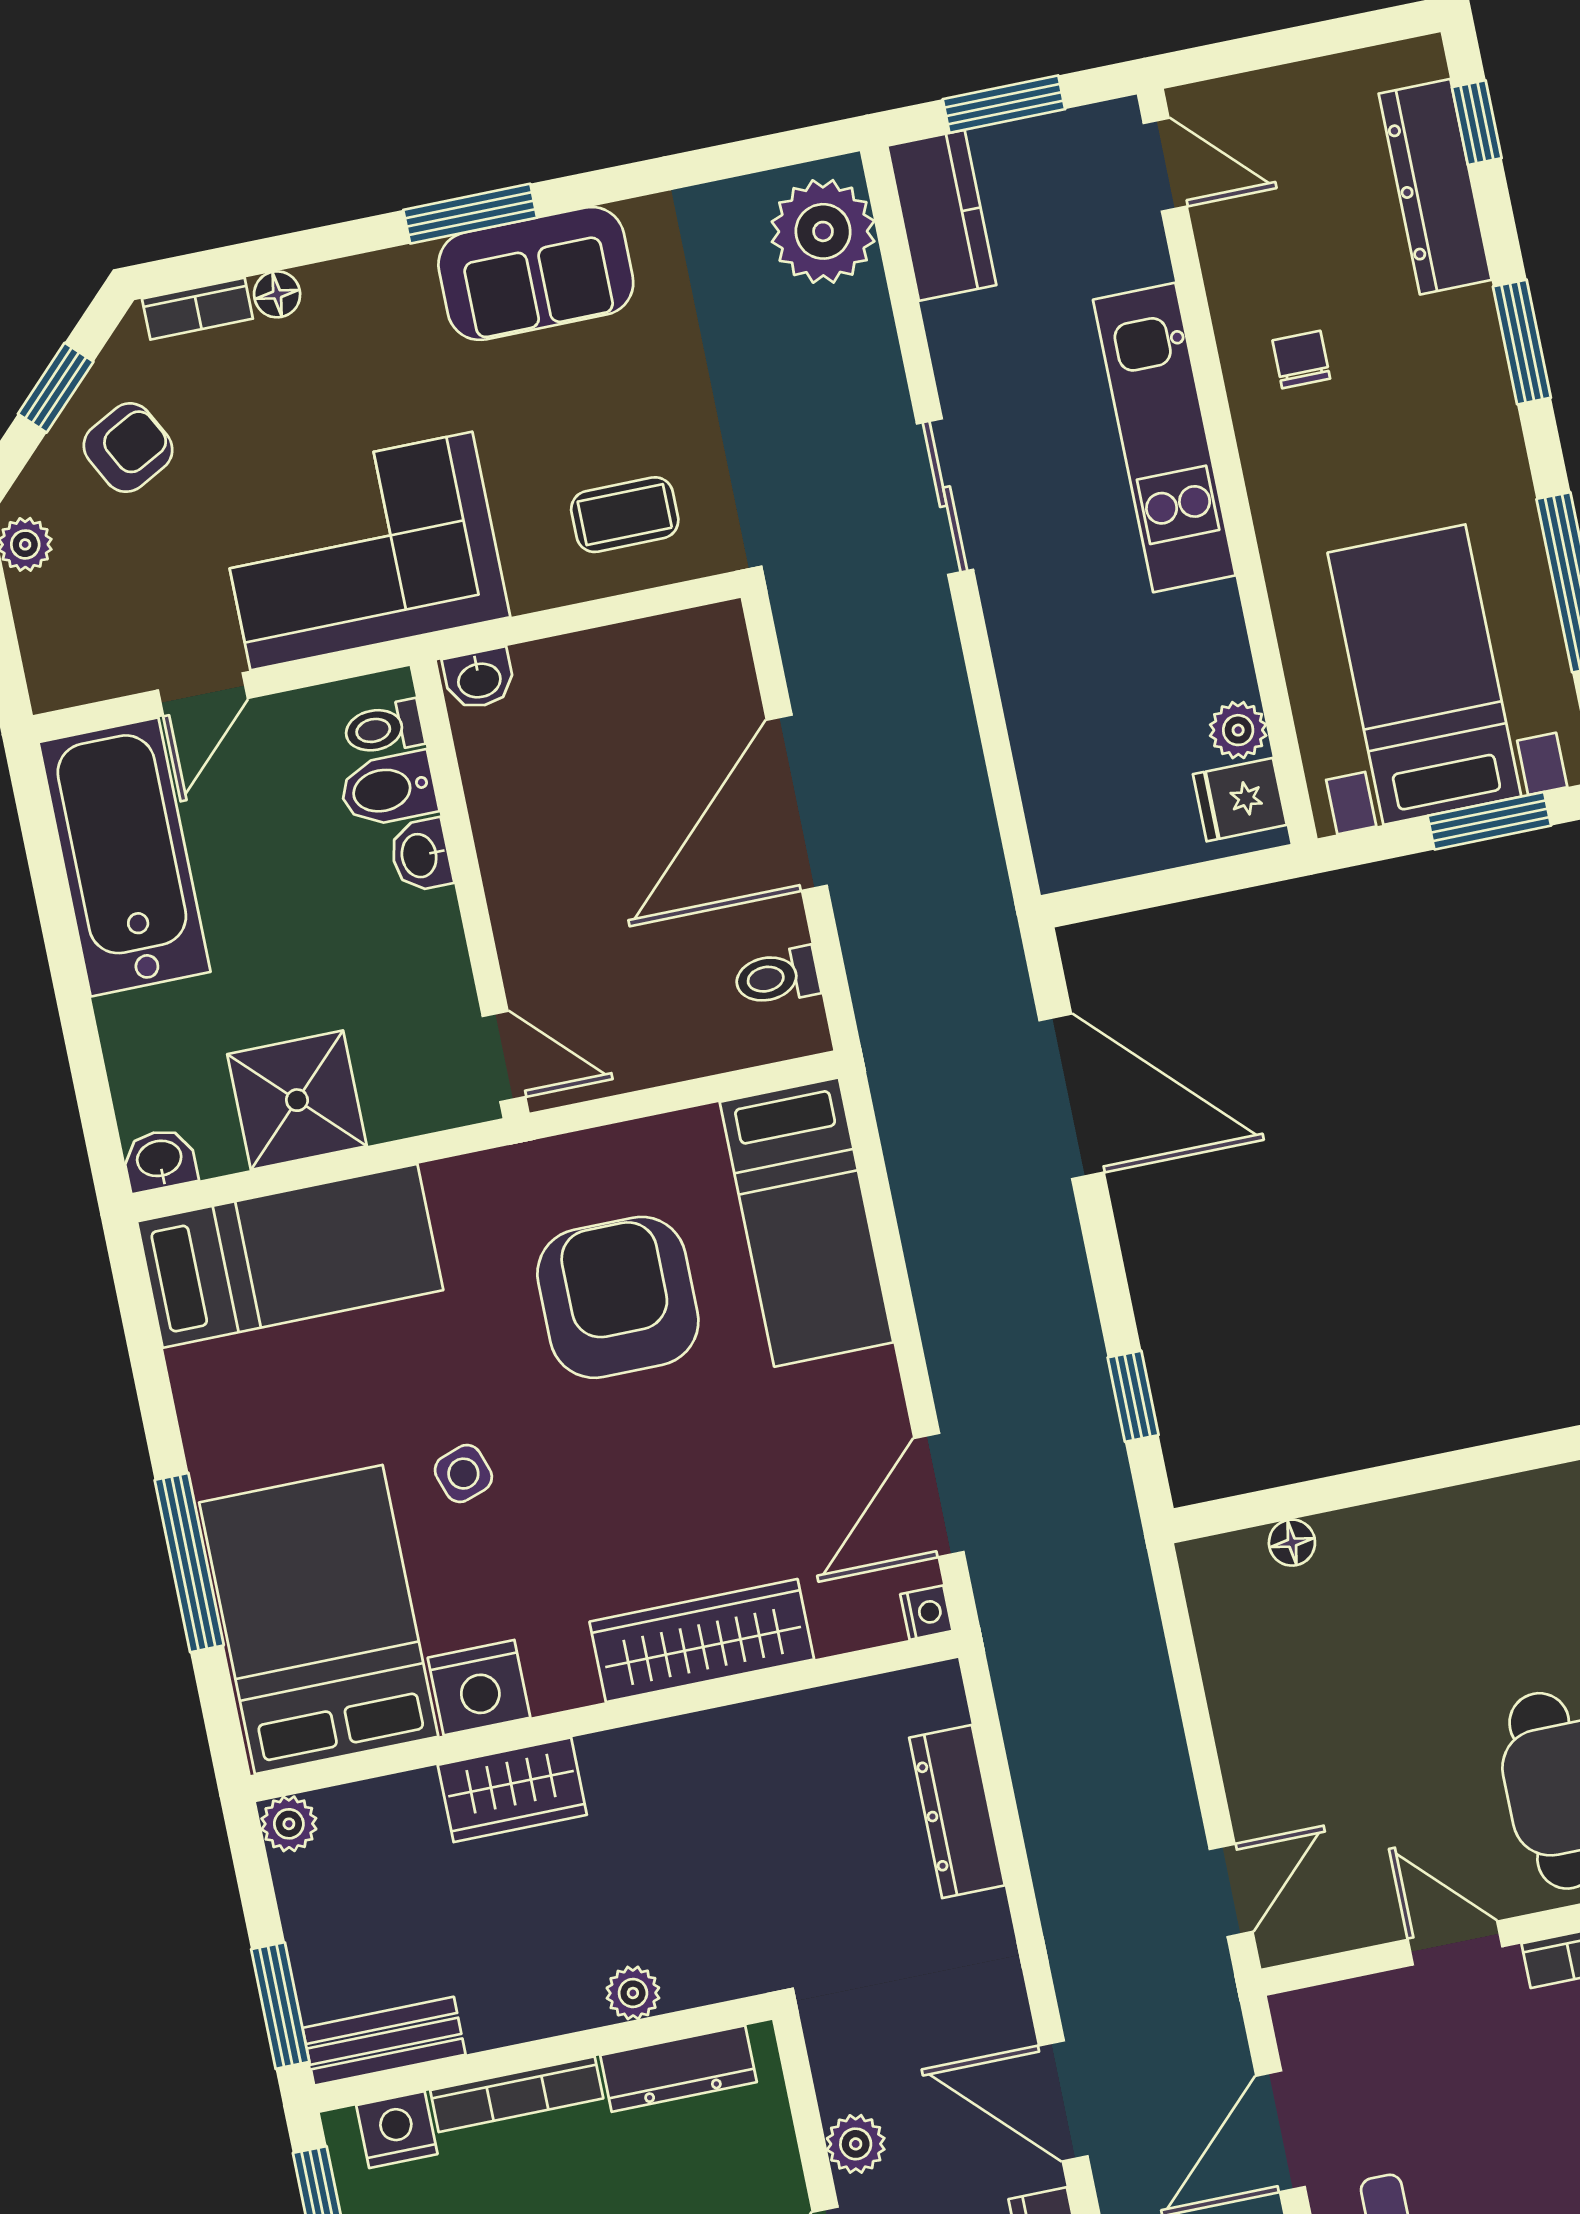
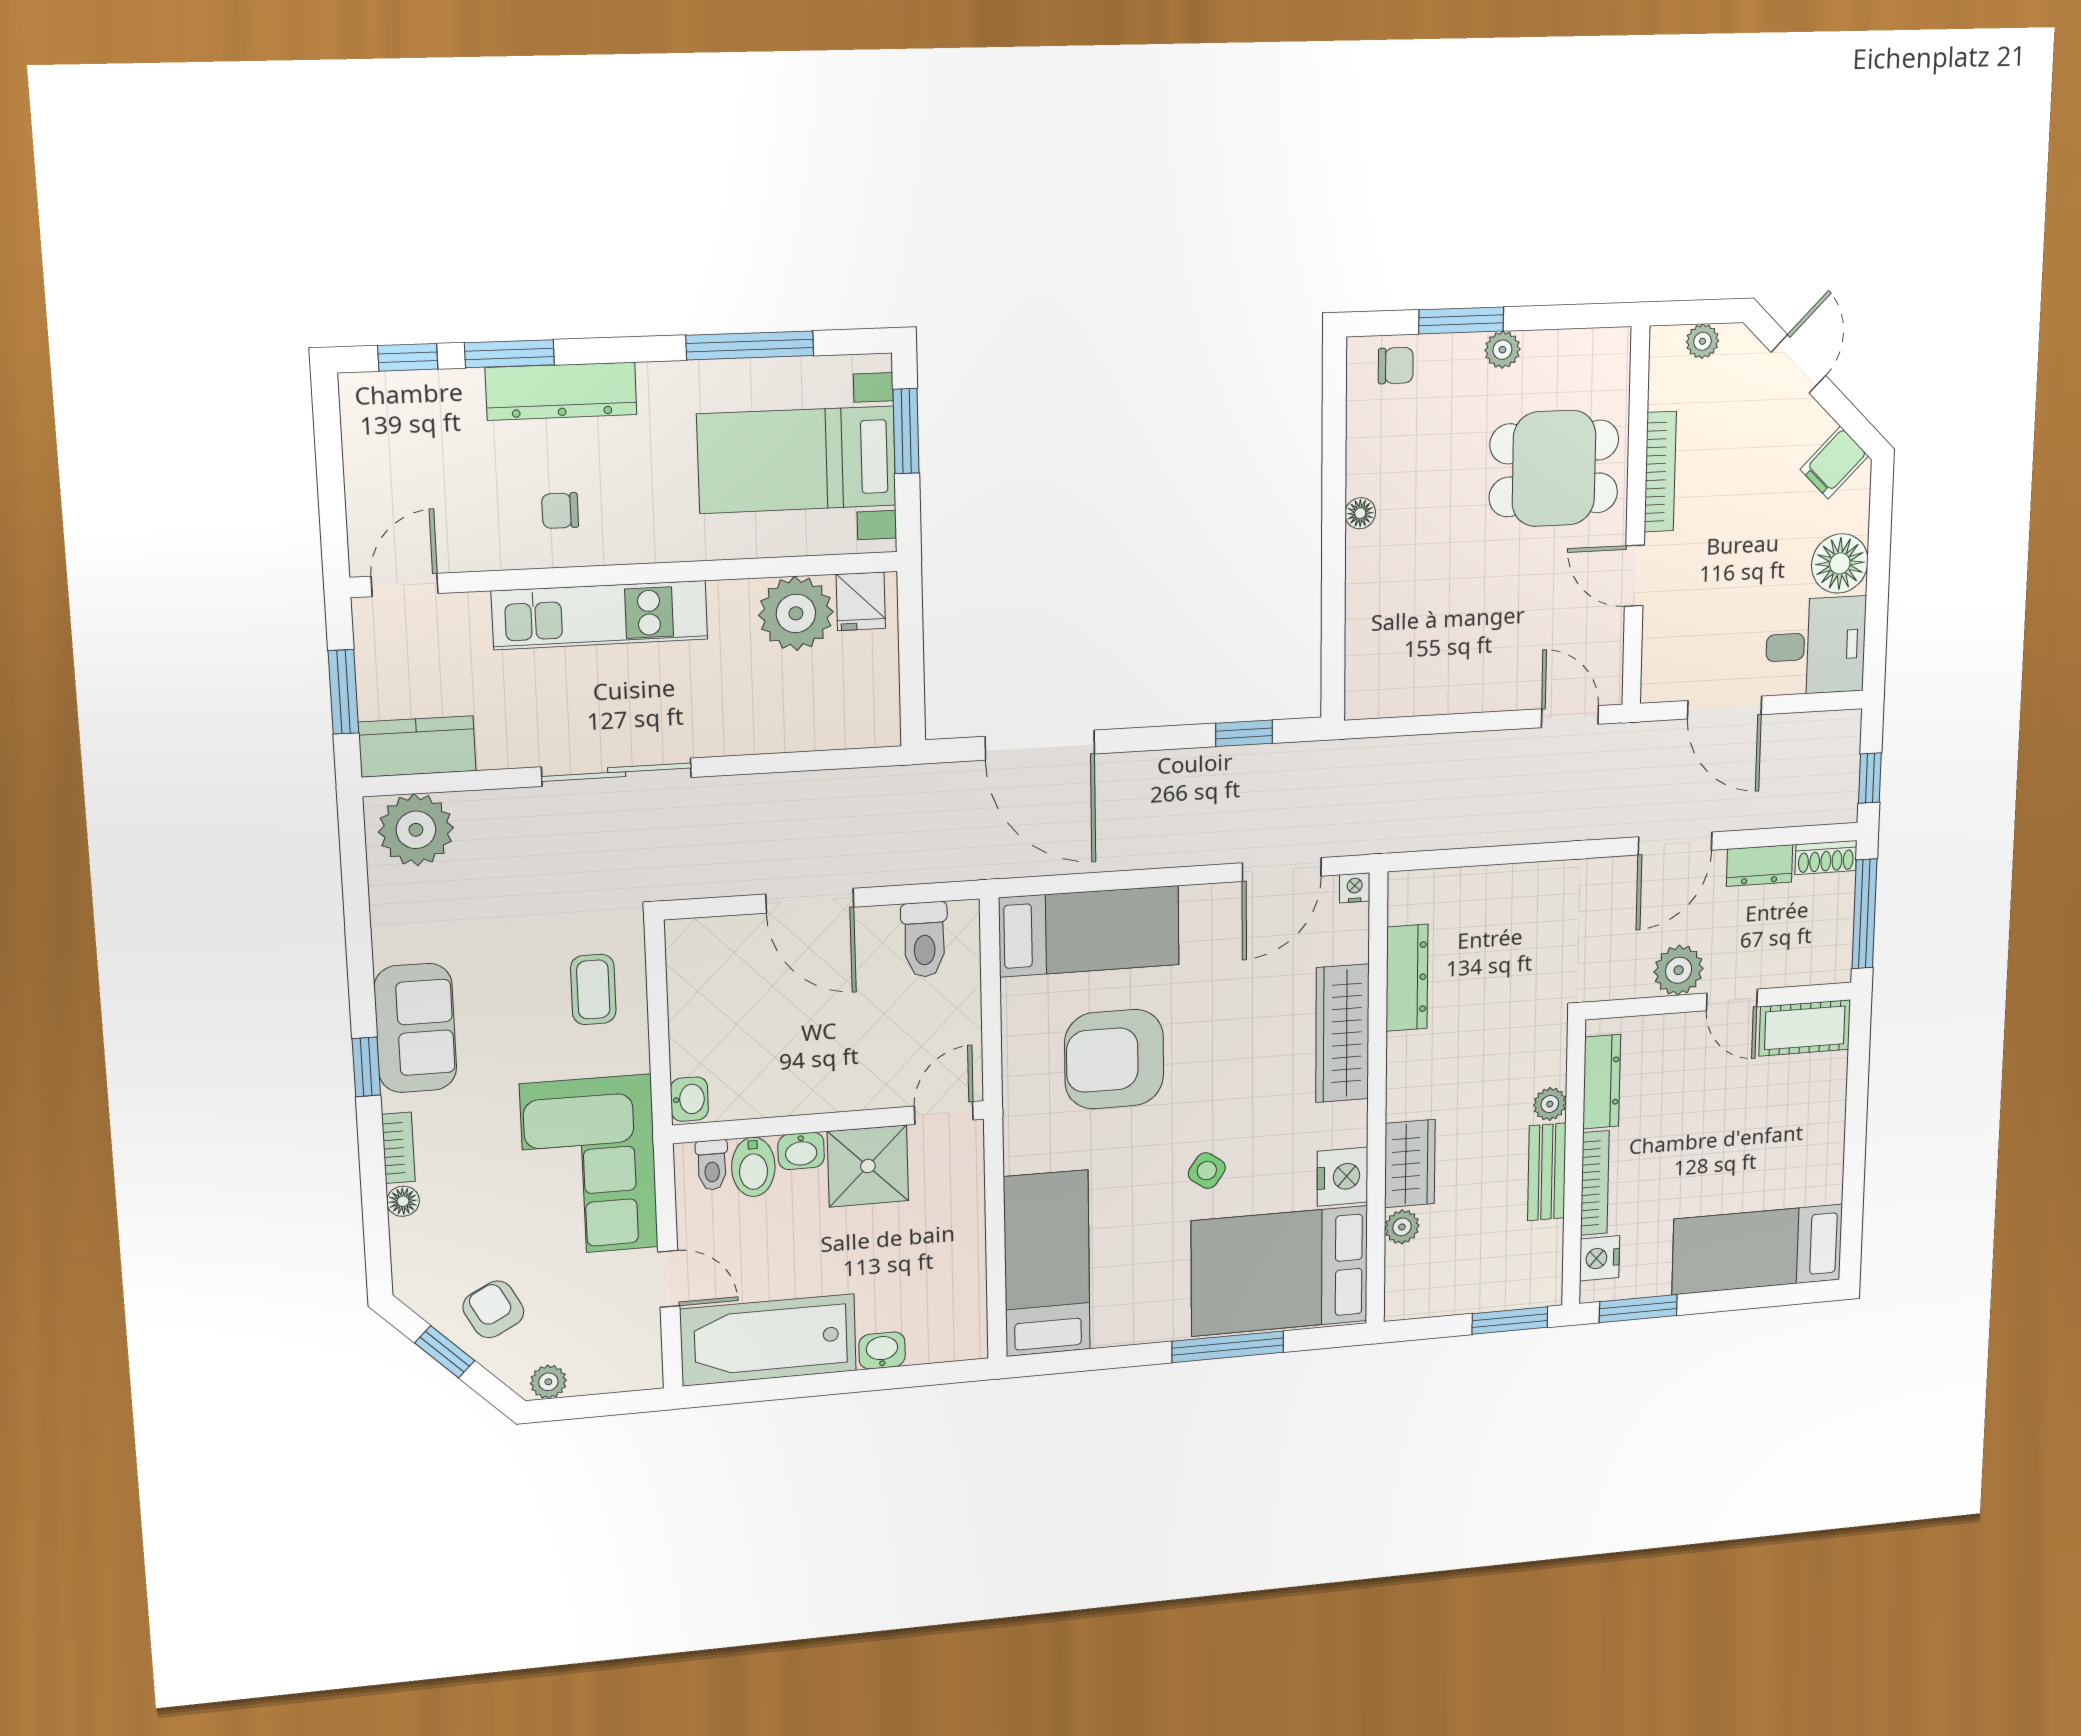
dresser: (1435, 187) -> (561, 391), moved
window: (470, 214) -> (366, 1067), width x0.67
bookcase: (197, 309) -> (398, 1148), moved
window: (1522, 342) -> (509, 354), moved
sliding door: (945, 497) -> (617, 772), width x1.37
plant: (1238, 730) -> (796, 613), width x1.87, depth x1.87
door: (797, 803) -> (810, 901), width x0.73
toilet: (777, 977) -> (924, 940), width x1.37, depth x1.39
door: (1072, 1096) -> (1040, 745), swing flipped
shower: (297, 1100) -> (868, 1166), moved
washbasin: (160, 1160) -> (882, 1351), moved, turned 90
side table: (463, 1474) -> (1207, 1171), turned -36
door: (939, 1495) -> (1282, 869), hinge flipped
floor lamp: (1292, 1543) -> (1360, 513), moved
dresser: (957, 1812) -> (1407, 978), moved, turned -90
plant: (289, 1824) -> (1402, 1227), moved
door: (1455, 1943) -> (1634, 576), hinge flipped
bench: (384, 2041) -> (1547, 1172), moved
plant: (856, 2144) -> (1679, 970), width x1.38, depth x1.38

